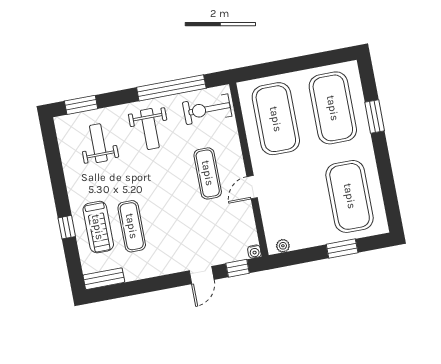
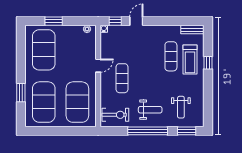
window: (171, 88) -> (148, 131), moved
weight bench: (150, 129) -> (150, 110), turned 90
treadmill: (98, 227) -> (190, 60), turned 180

